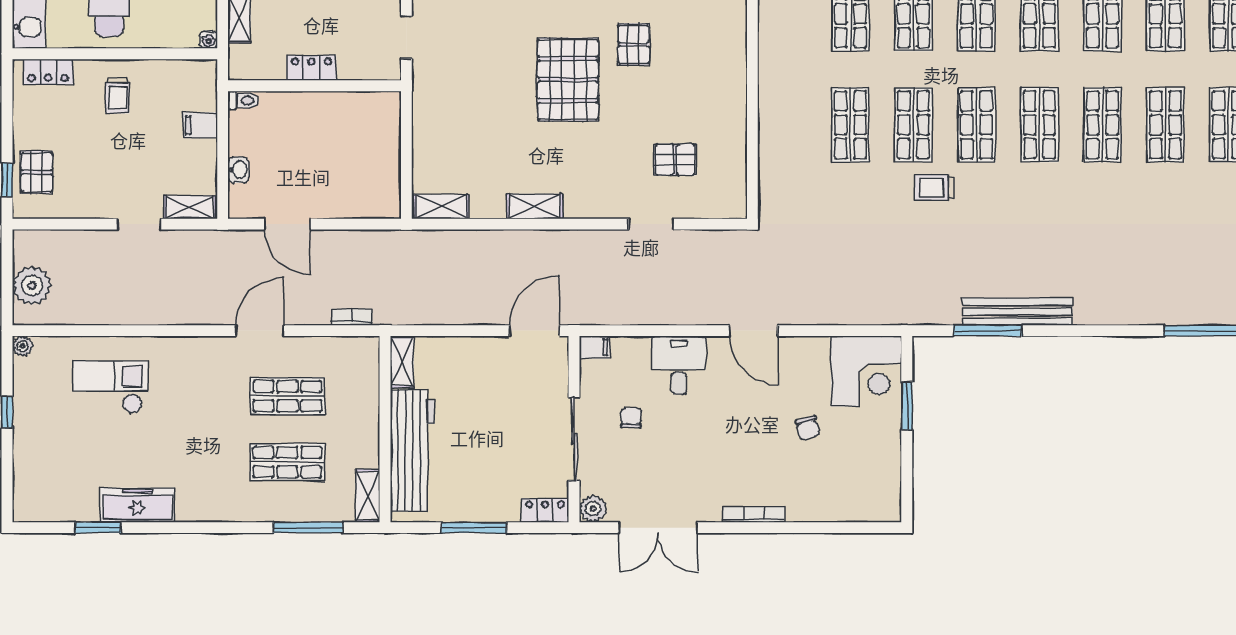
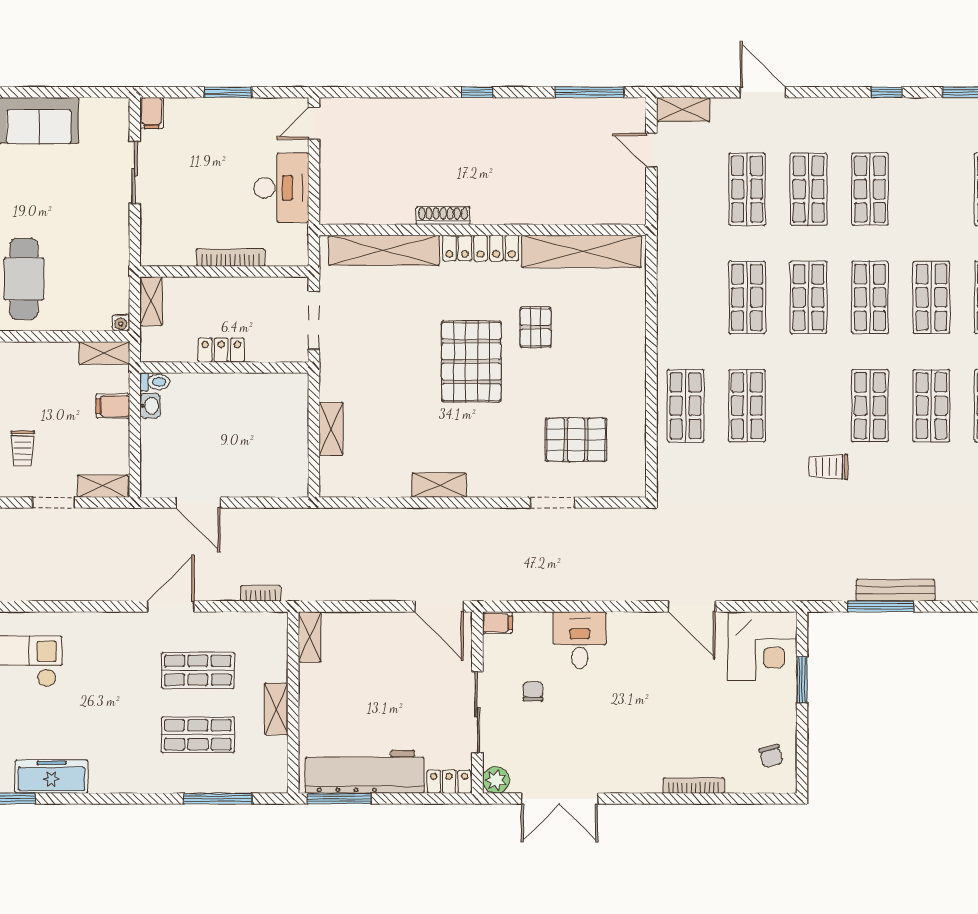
doorway: (406, 37) -> (314, 320), width x1.38
shelving: (191, 71) -> (104, 353), added
trolley: (117, 95) -> (23, 448), moved
shop shelf: (913, 125) -> (686, 406), moved
pallet: (675, 160) -> (576, 440), width x1.50, depth x1.42
washbasin: (238, 170) -> (150, 406), moved
shelving: (441, 207) -> (331, 429), moved, turned 90
bench: (1017, 312) -> (895, 590), width x0.73, depth x0.82
door: (535, 331) -> (439, 606), swing flipped
door: (753, 331) -> (692, 606), moved
chair: (808, 428) -> (771, 756), moved
workbench: (413, 451) -> (365, 772), moved, turned -90
shelving: (368, 496) -> (276, 709), moved
bookcase: (754, 514) -> (694, 786), moved
window: (474, 528) -> (339, 799), moved

